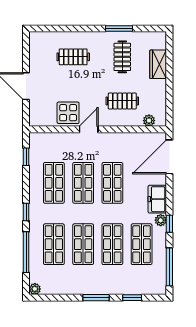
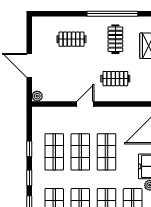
window: (119, 28) -> (112, 14), width x2.11
display table: (68, 113) -> (67, 89), removed
plant: (149, 121) -> (37, 96), moved
window: (26, 157) -> (29, 149), moved

